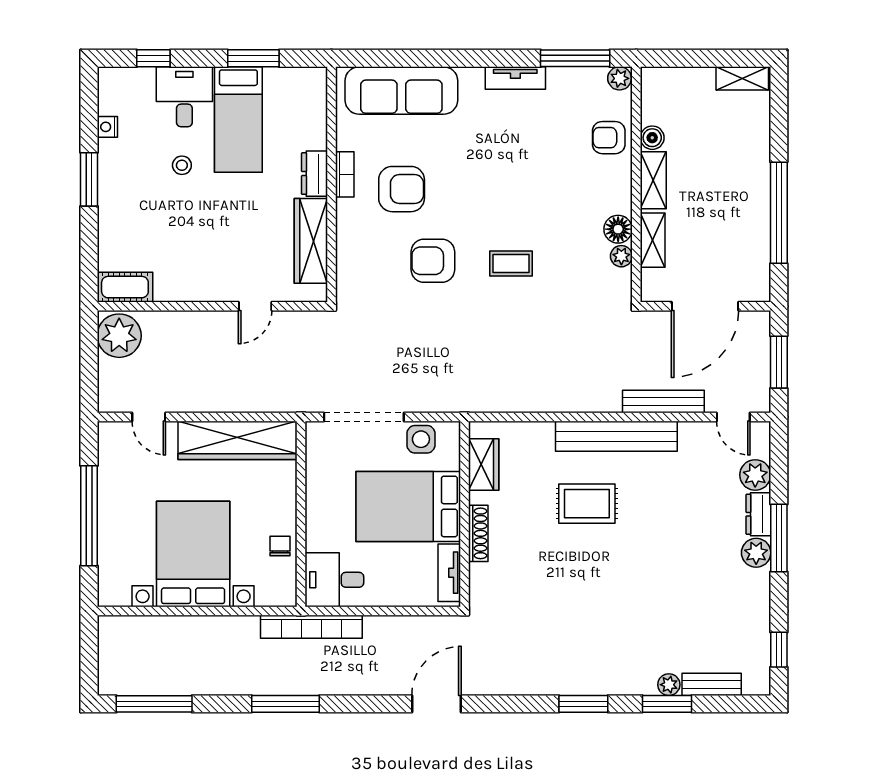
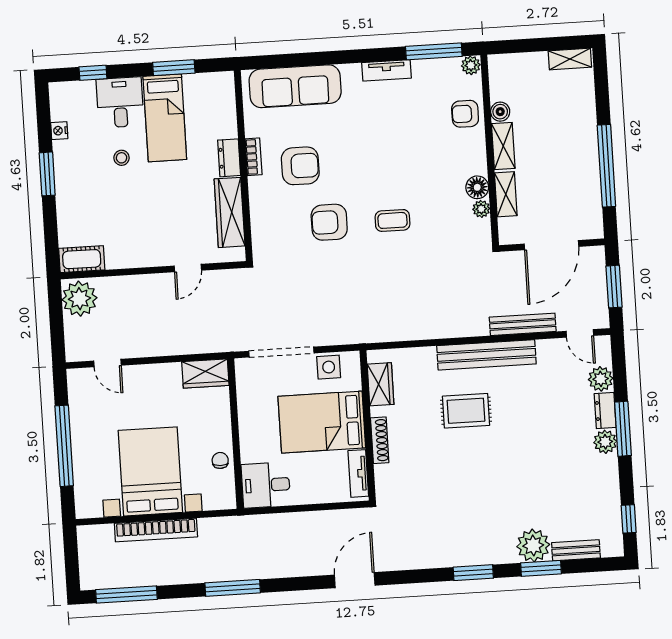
wardrobe: (237, 440) -> (205, 374), width x0.48, depth x0.85
bookcase: (311, 627) -> (156, 530), moved
plant: (669, 685) -> (533, 545), width x1.87, depth x1.87

